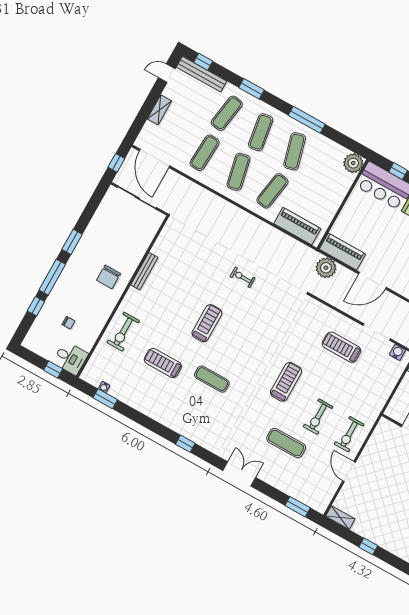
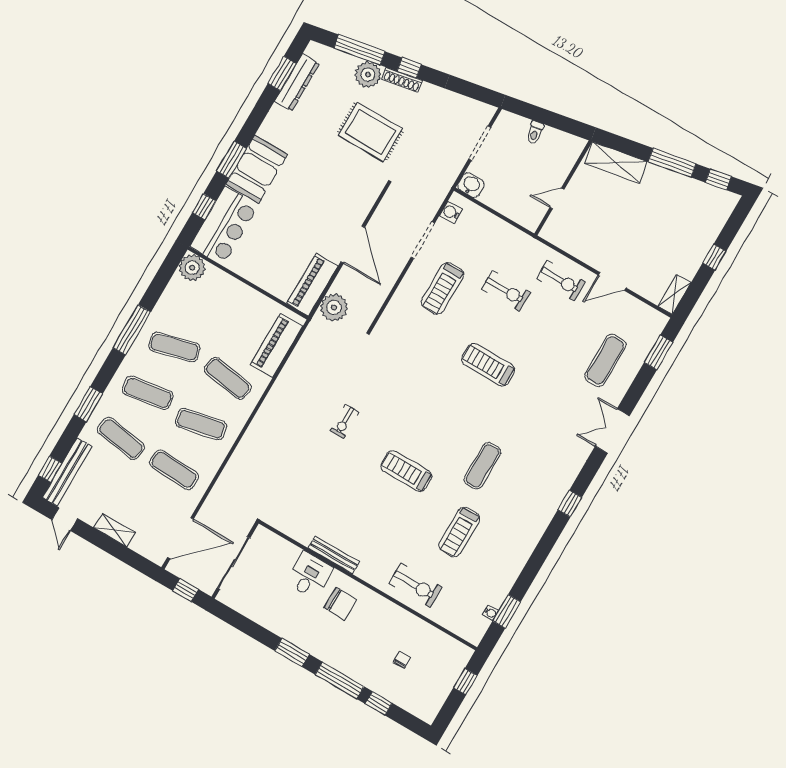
desk: (70, 358) -> (309, 575), moved
exercise bike: (318, 417) -> (506, 291), moved
exercise mat: (286, 443) -> (605, 360), moved

